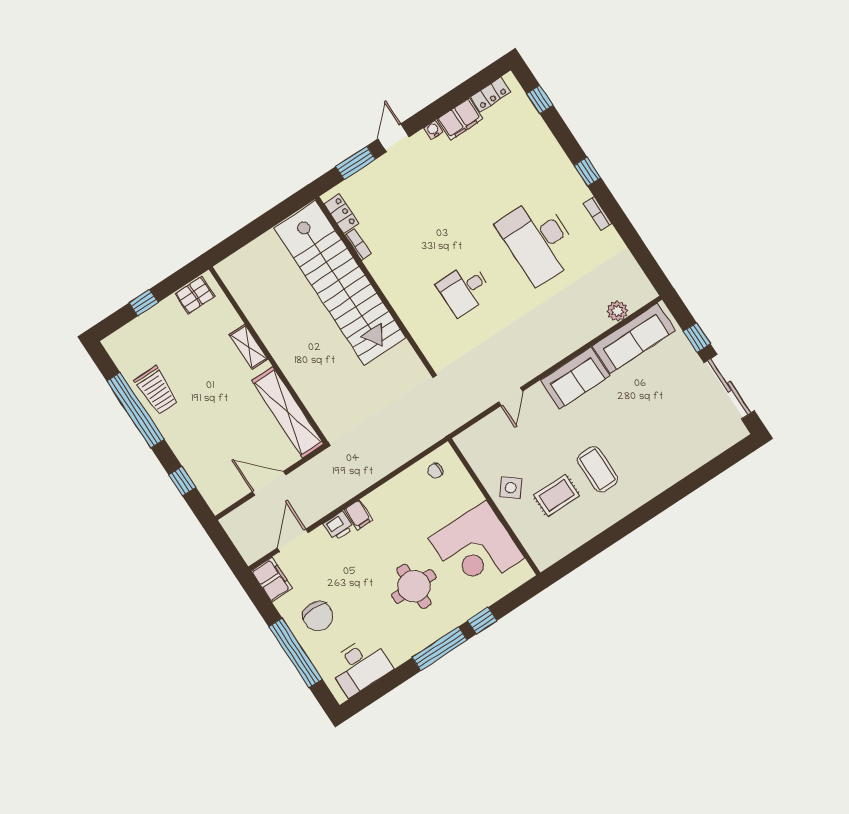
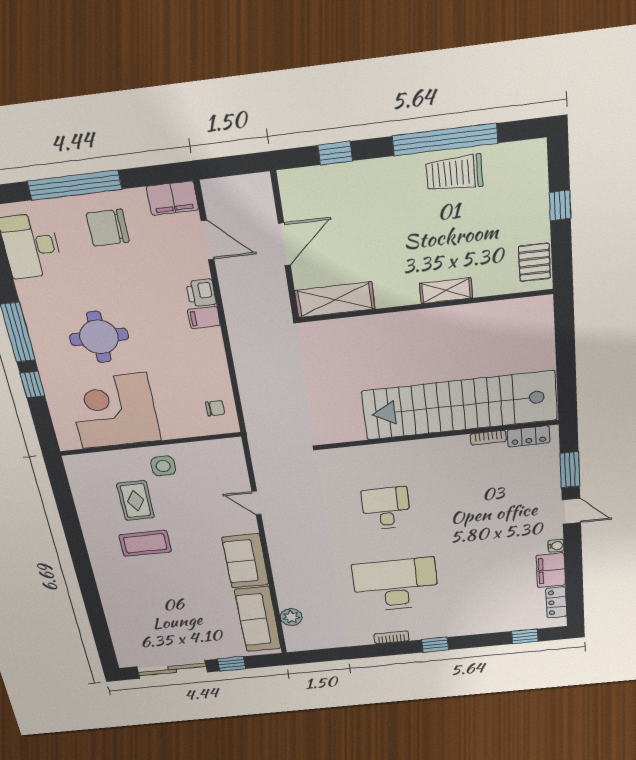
shelving: (288, 412) -> (335, 300), width x0.68
chair: (435, 471) -> (215, 408), turned 90
side table: (511, 488) -> (163, 466), turned -38

